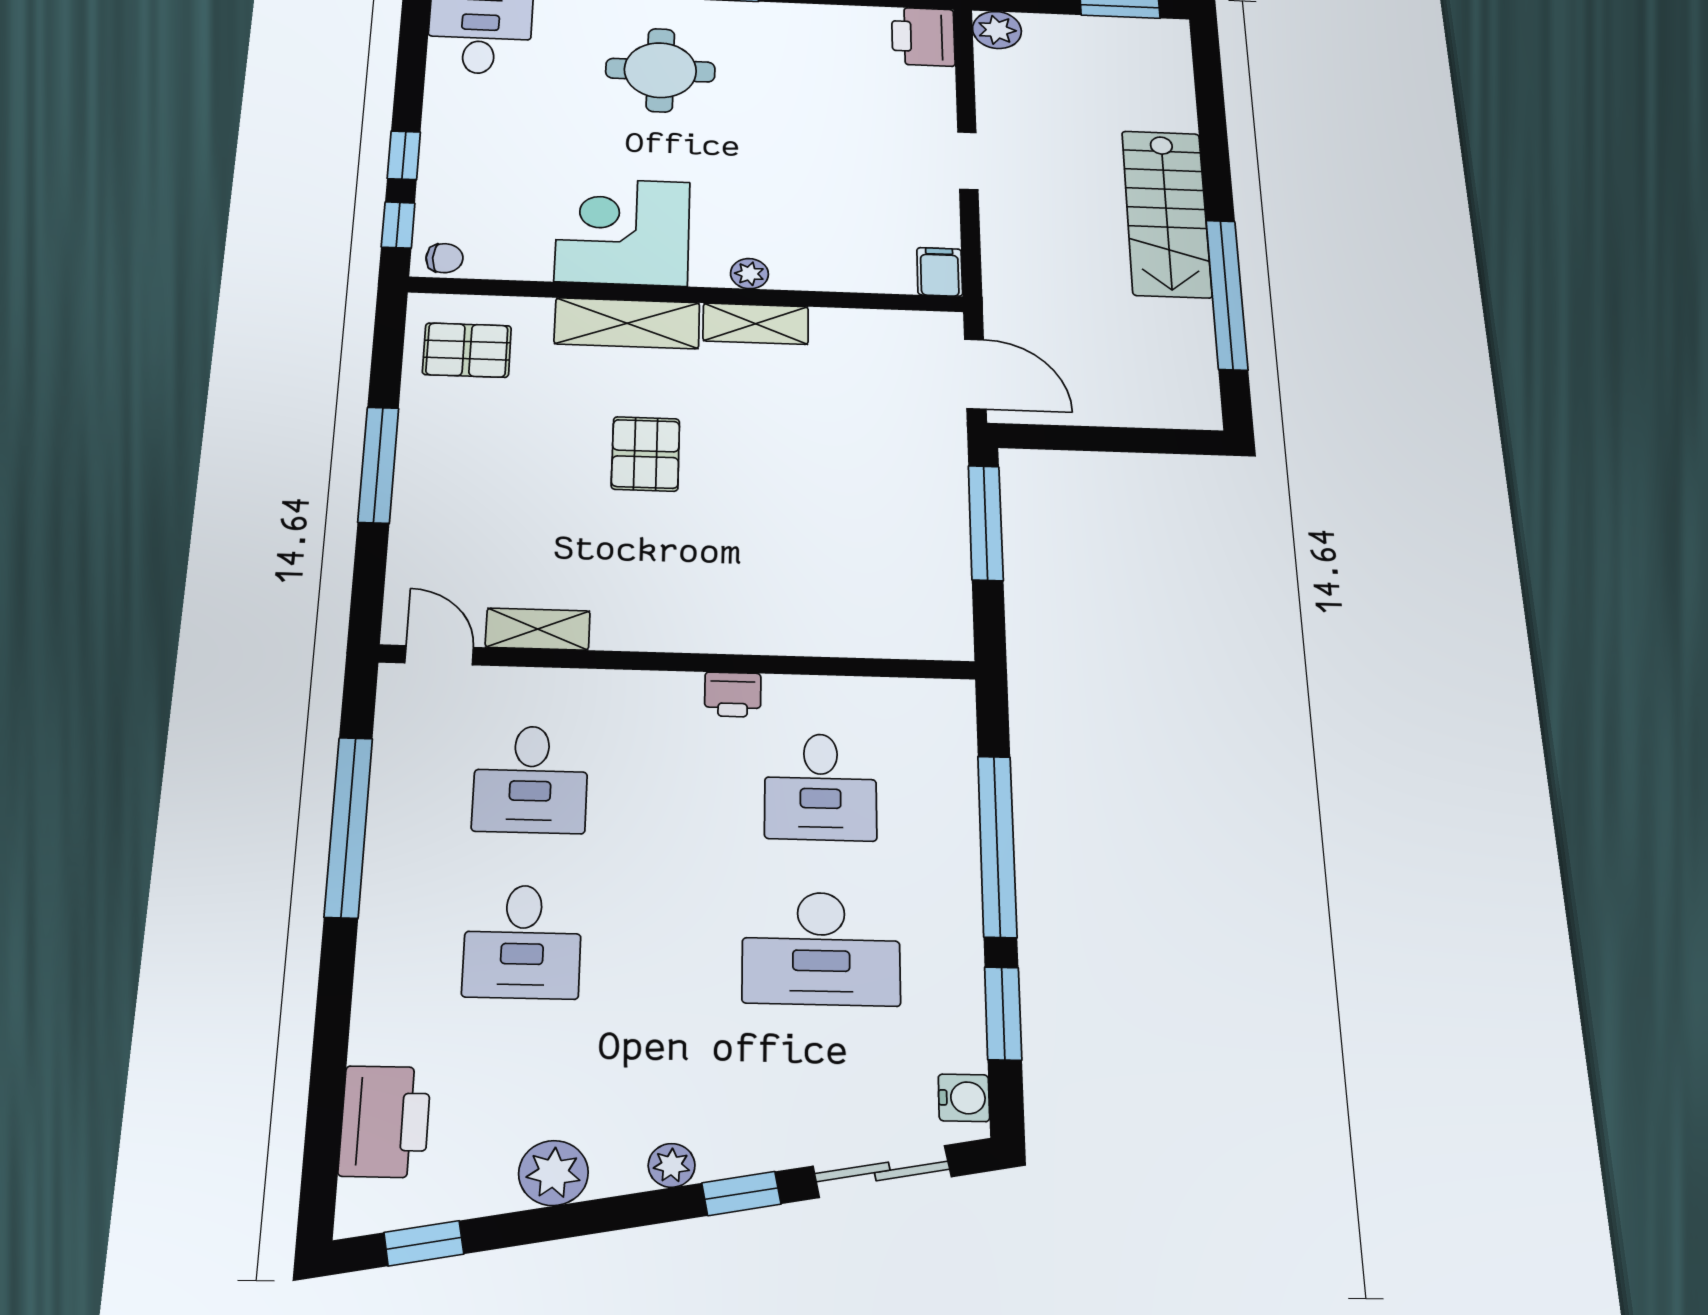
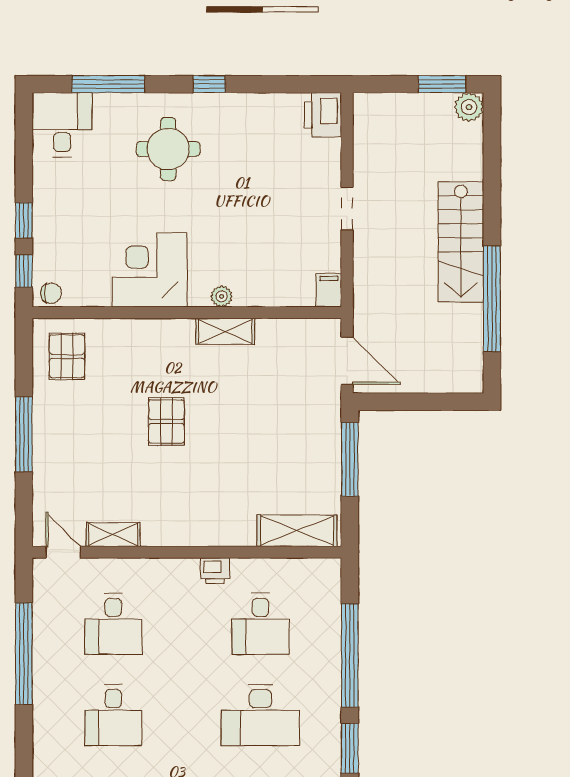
plant: (997, 30) -> (469, 107), moved
shelving: (627, 323) -> (297, 531), moved
pallet: (467, 350) -> (67, 356), turned 90

